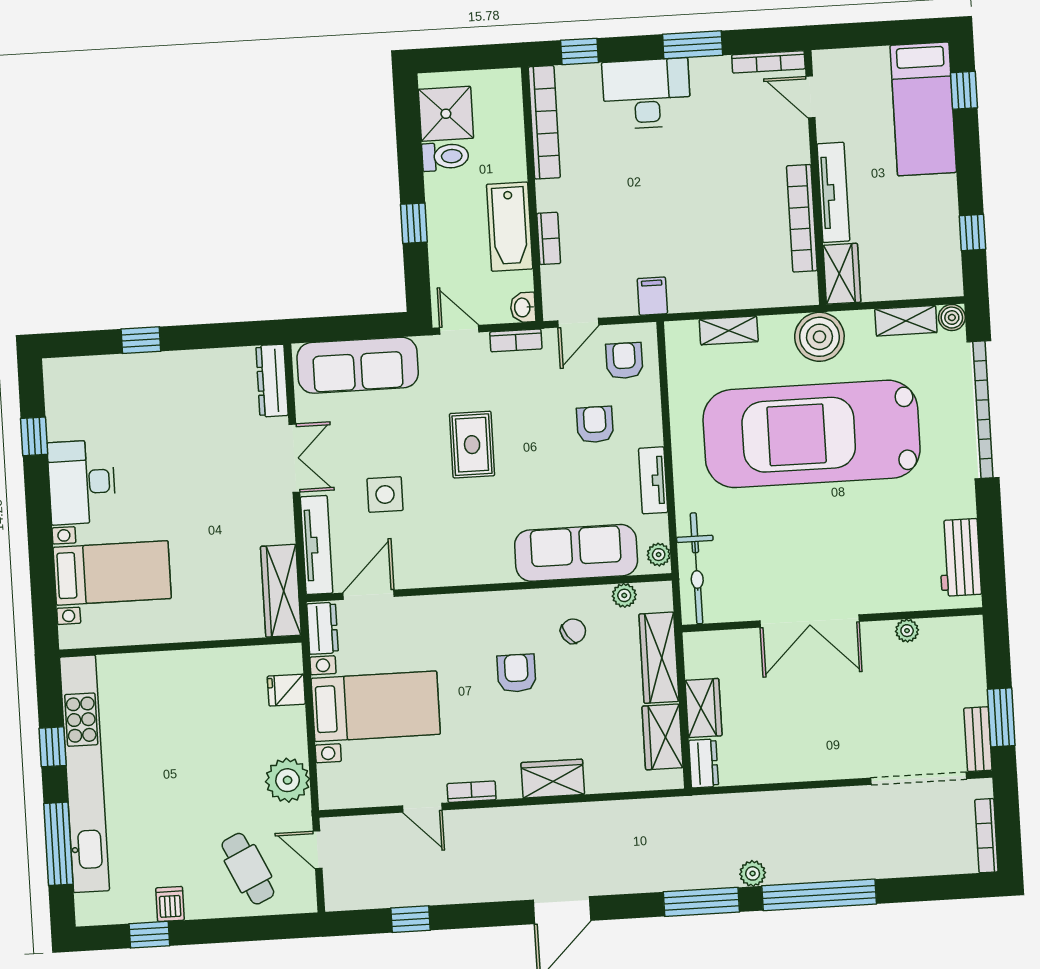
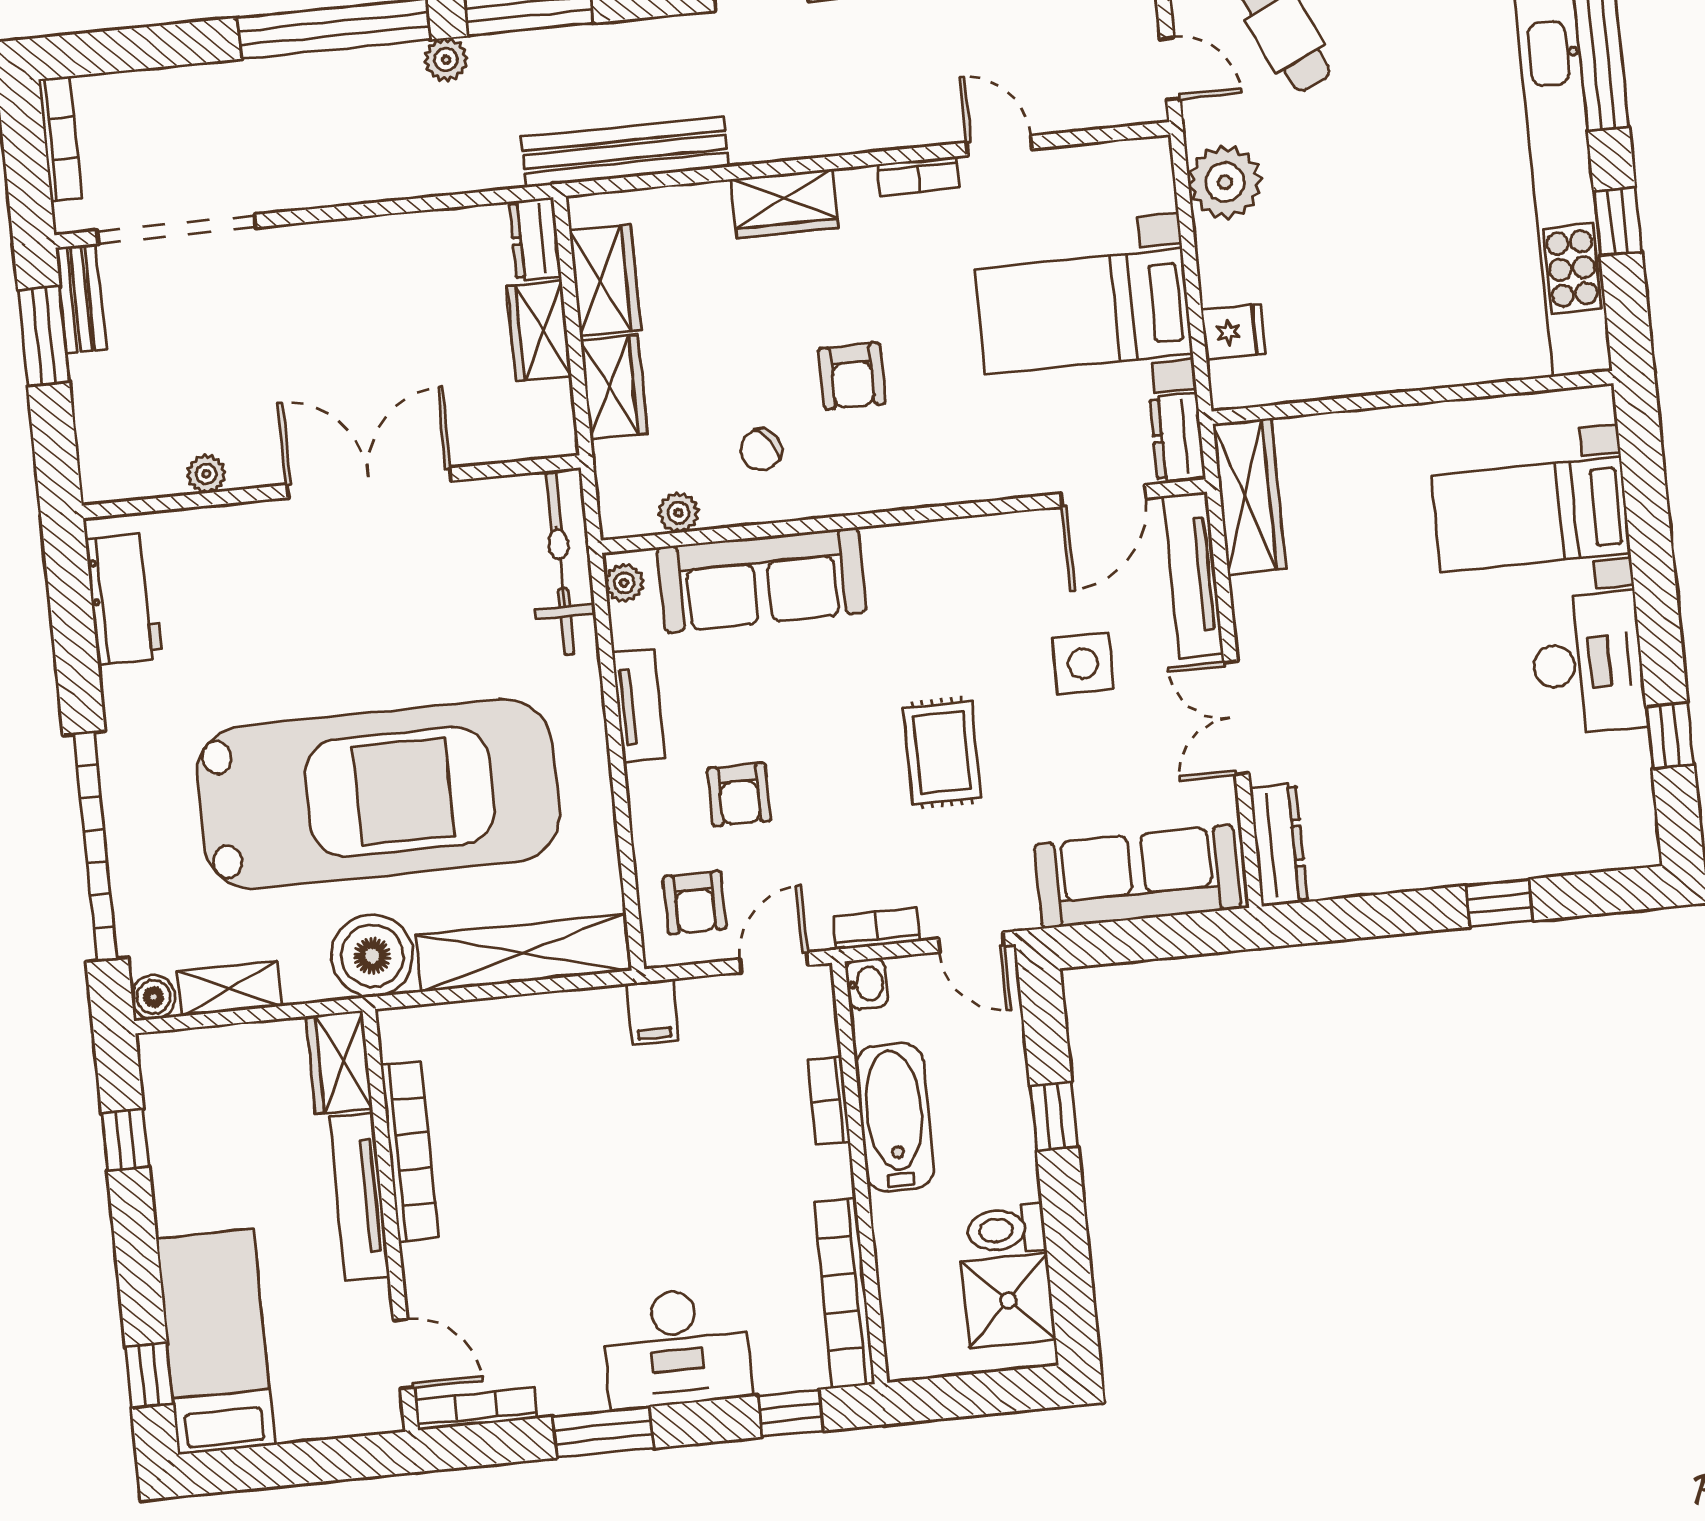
shelving: (729, 330) -> (523, 953), width x2.20, depth x1.33
wardrobe: (659, 658) -> (614, 387), width x0.67
bench: (647, 813) -> (625, 152), added

